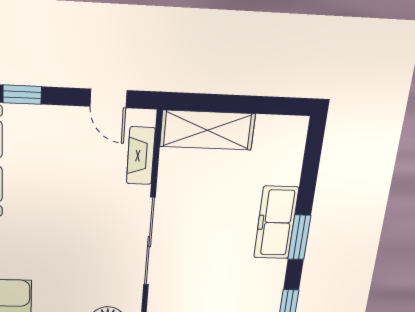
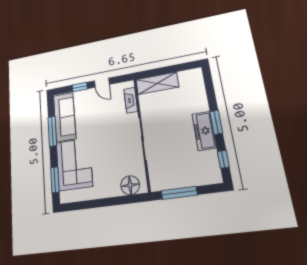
door: (108, 98) -> (102, 83), moved
freezer: (276, 223) -> (204, 131), moved

